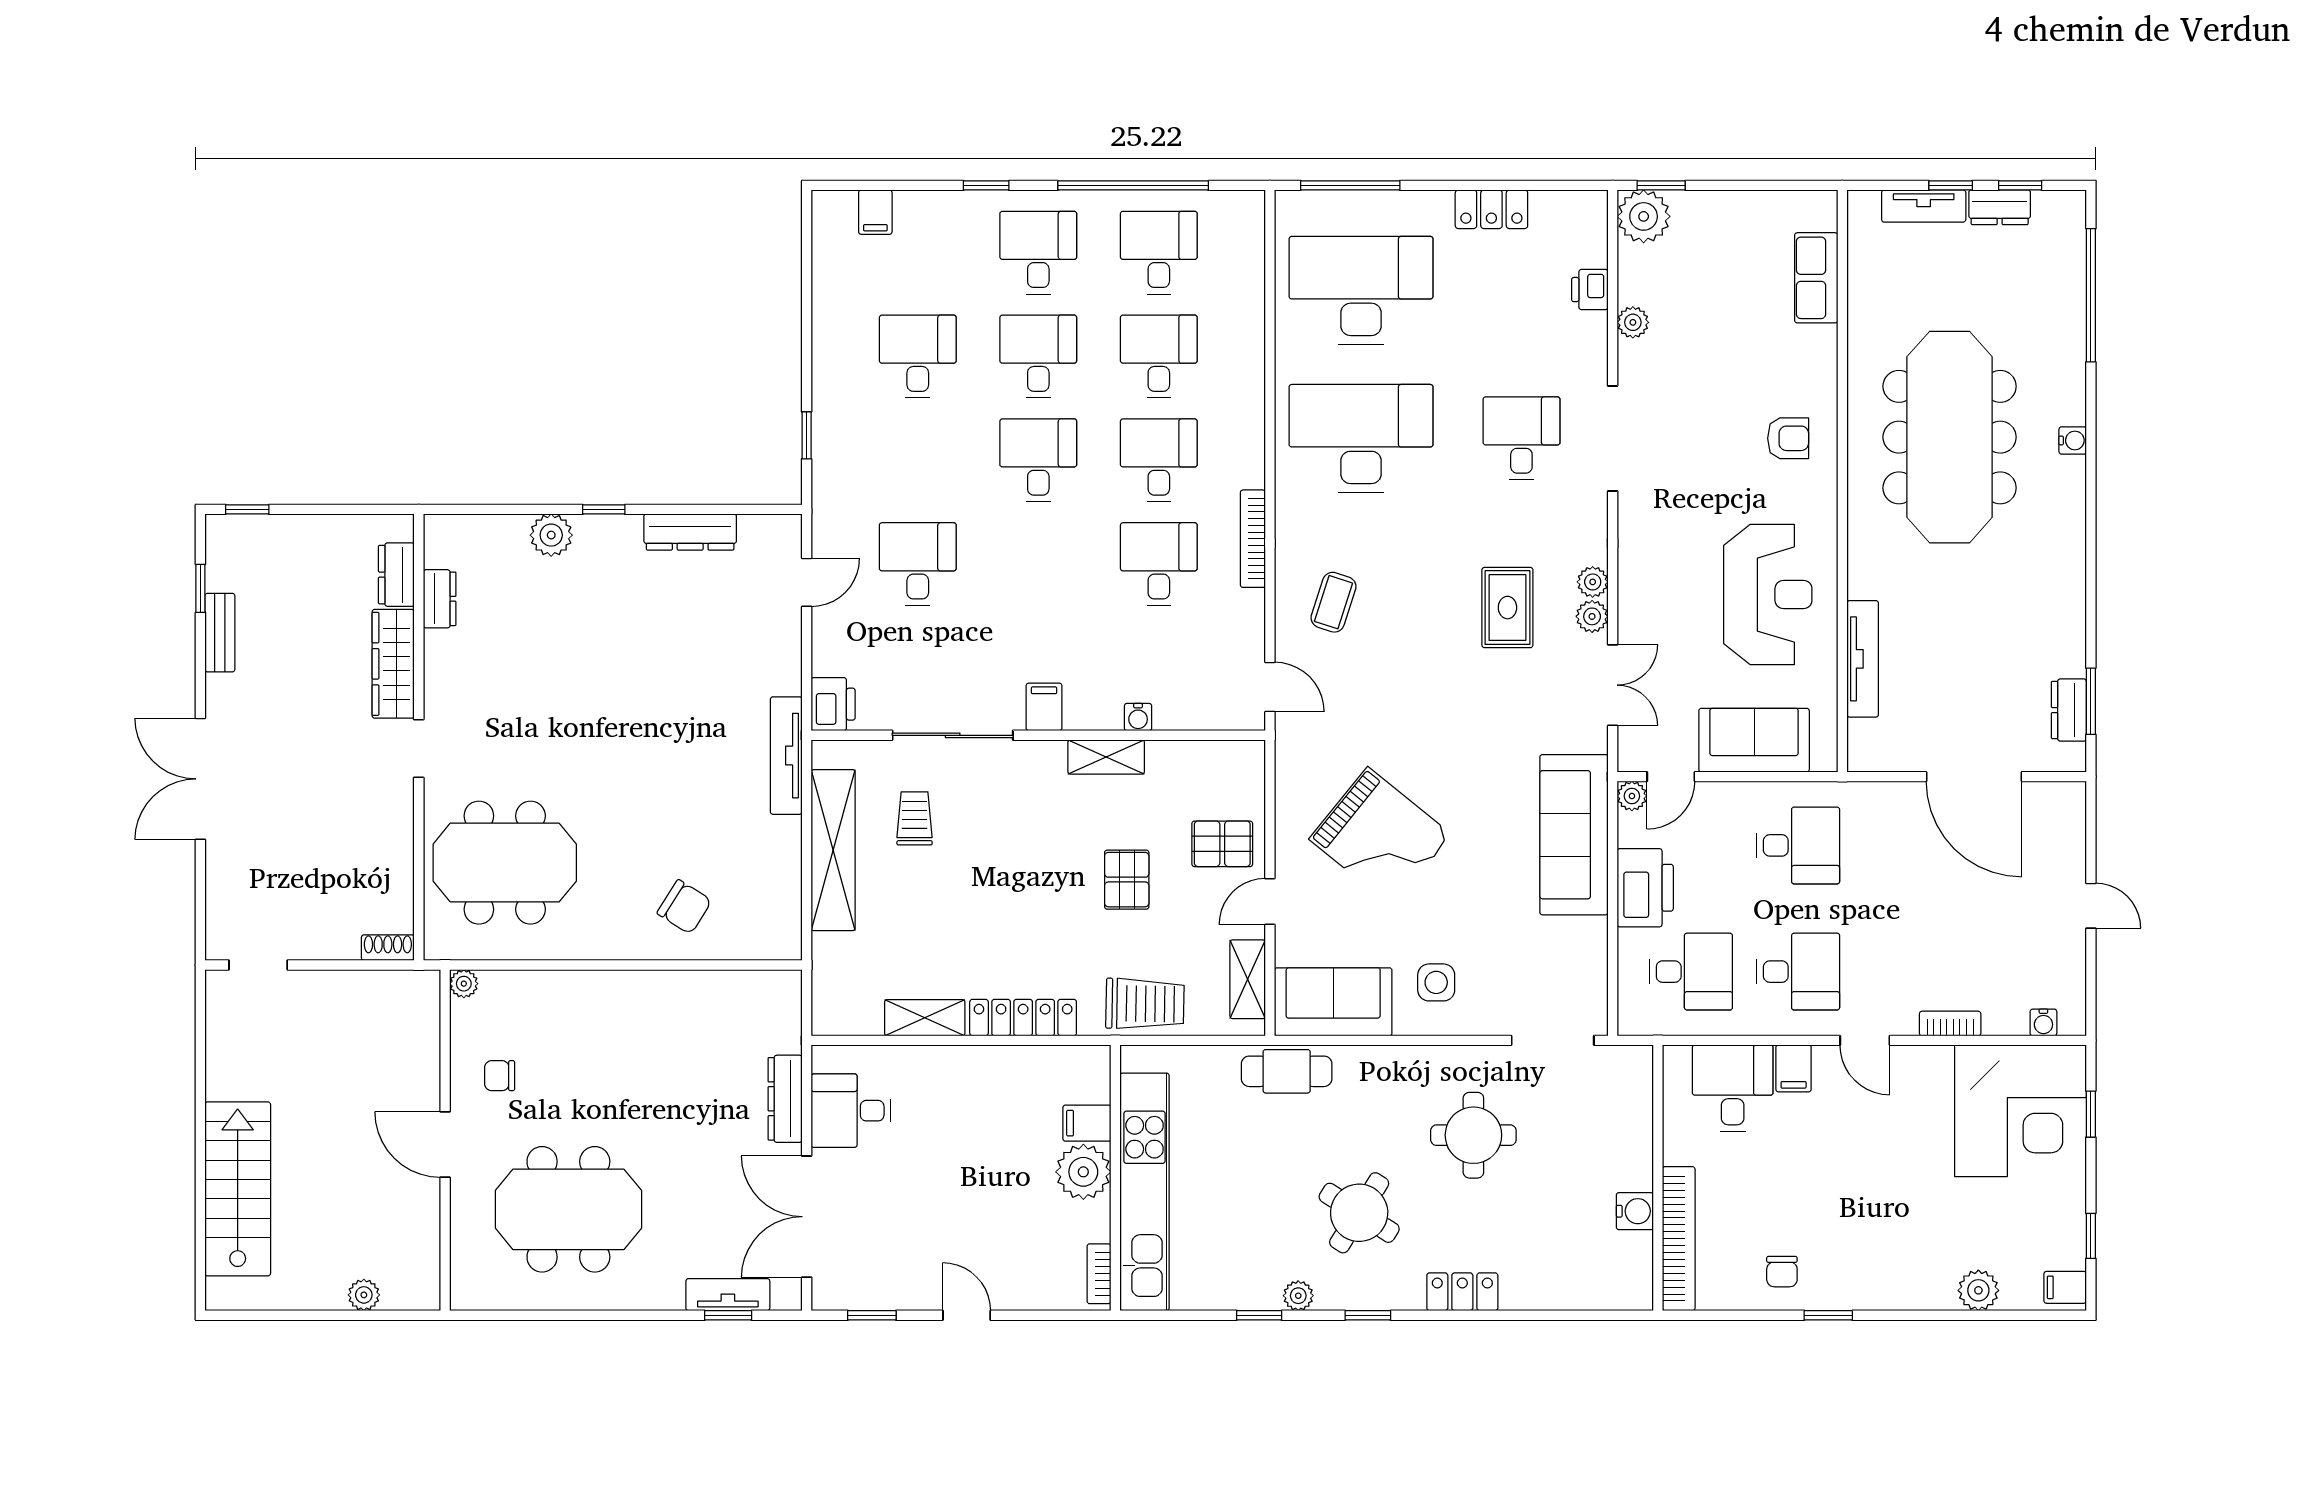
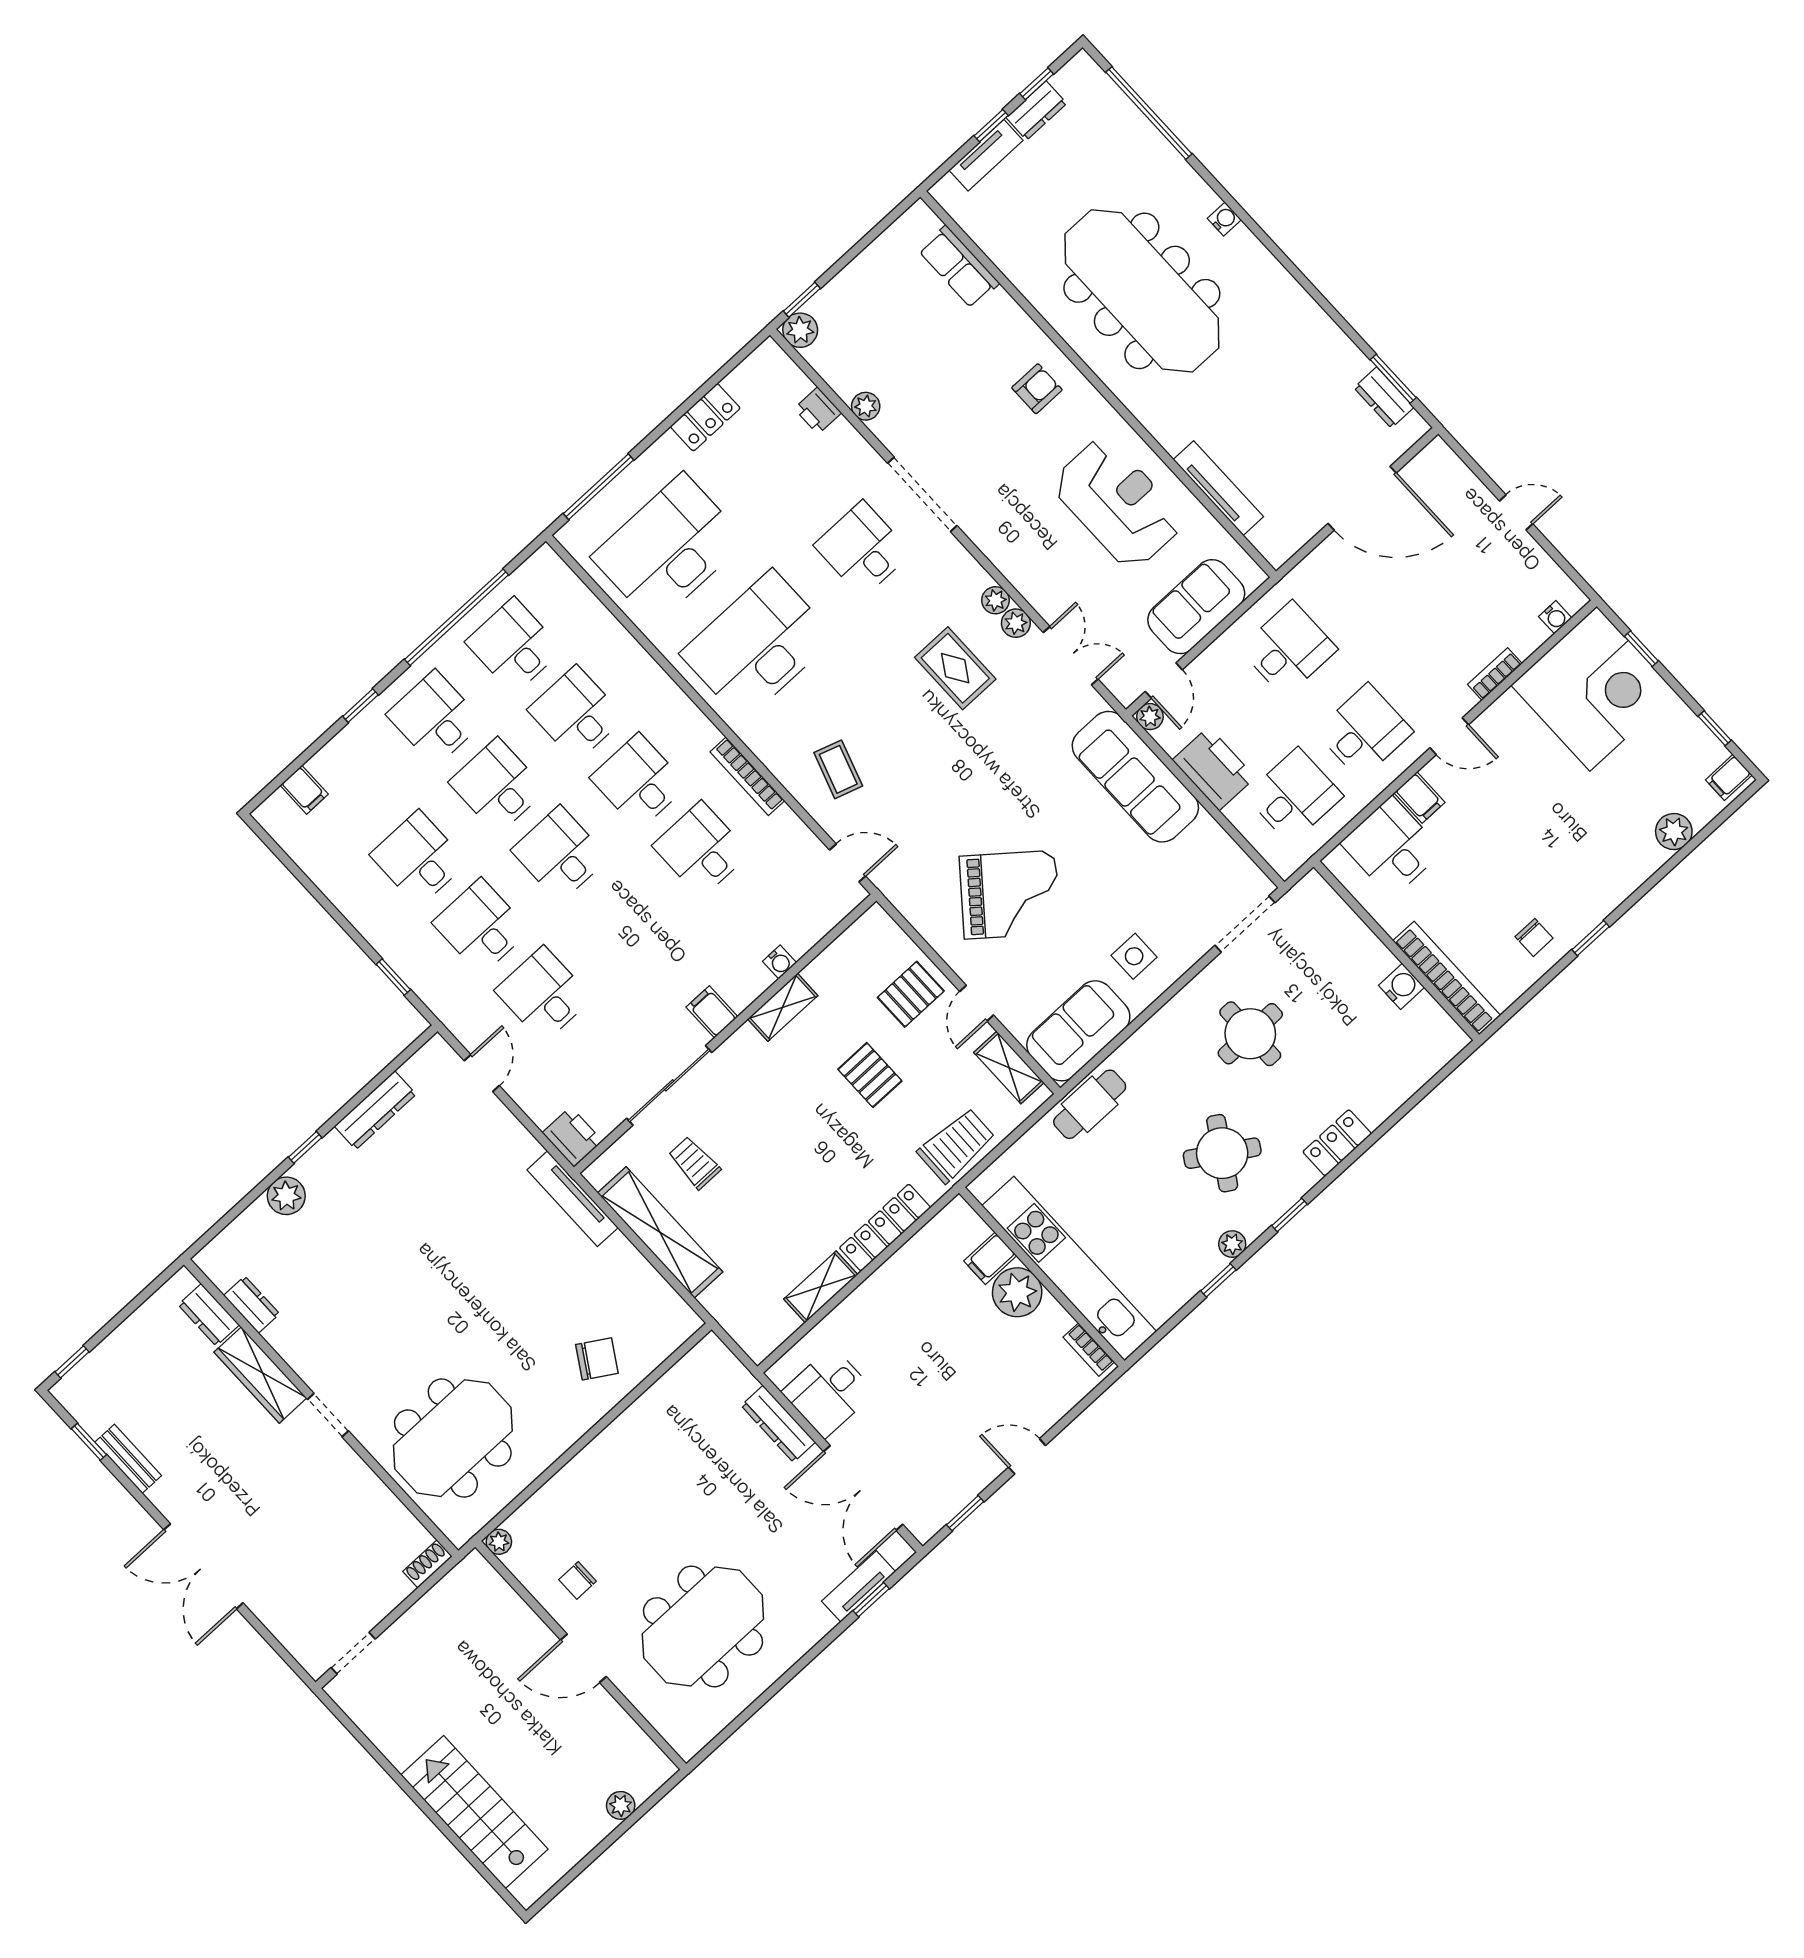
plant: (1644, 216) -> (800, 330), width x0.73, depth x0.73
desk: (918, 460) -> (481, 927), added

